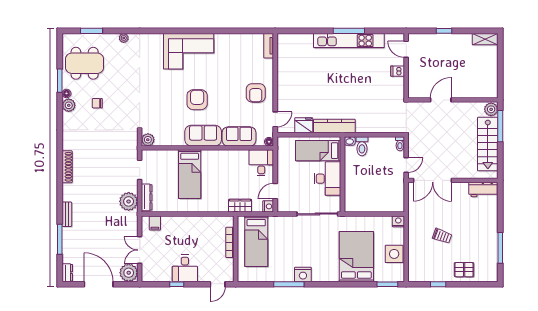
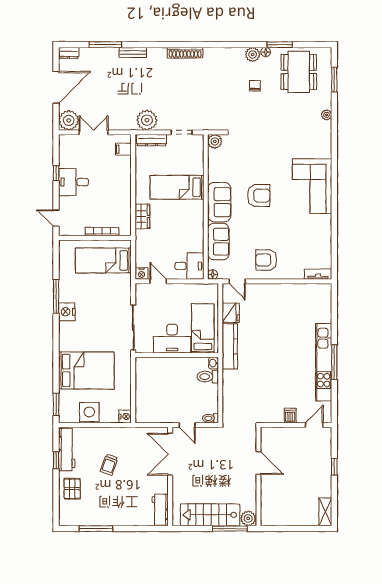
wardrobe: (240, 206) -> (142, 216), moved
workbench: (428, 275) -> (67, 450), added

